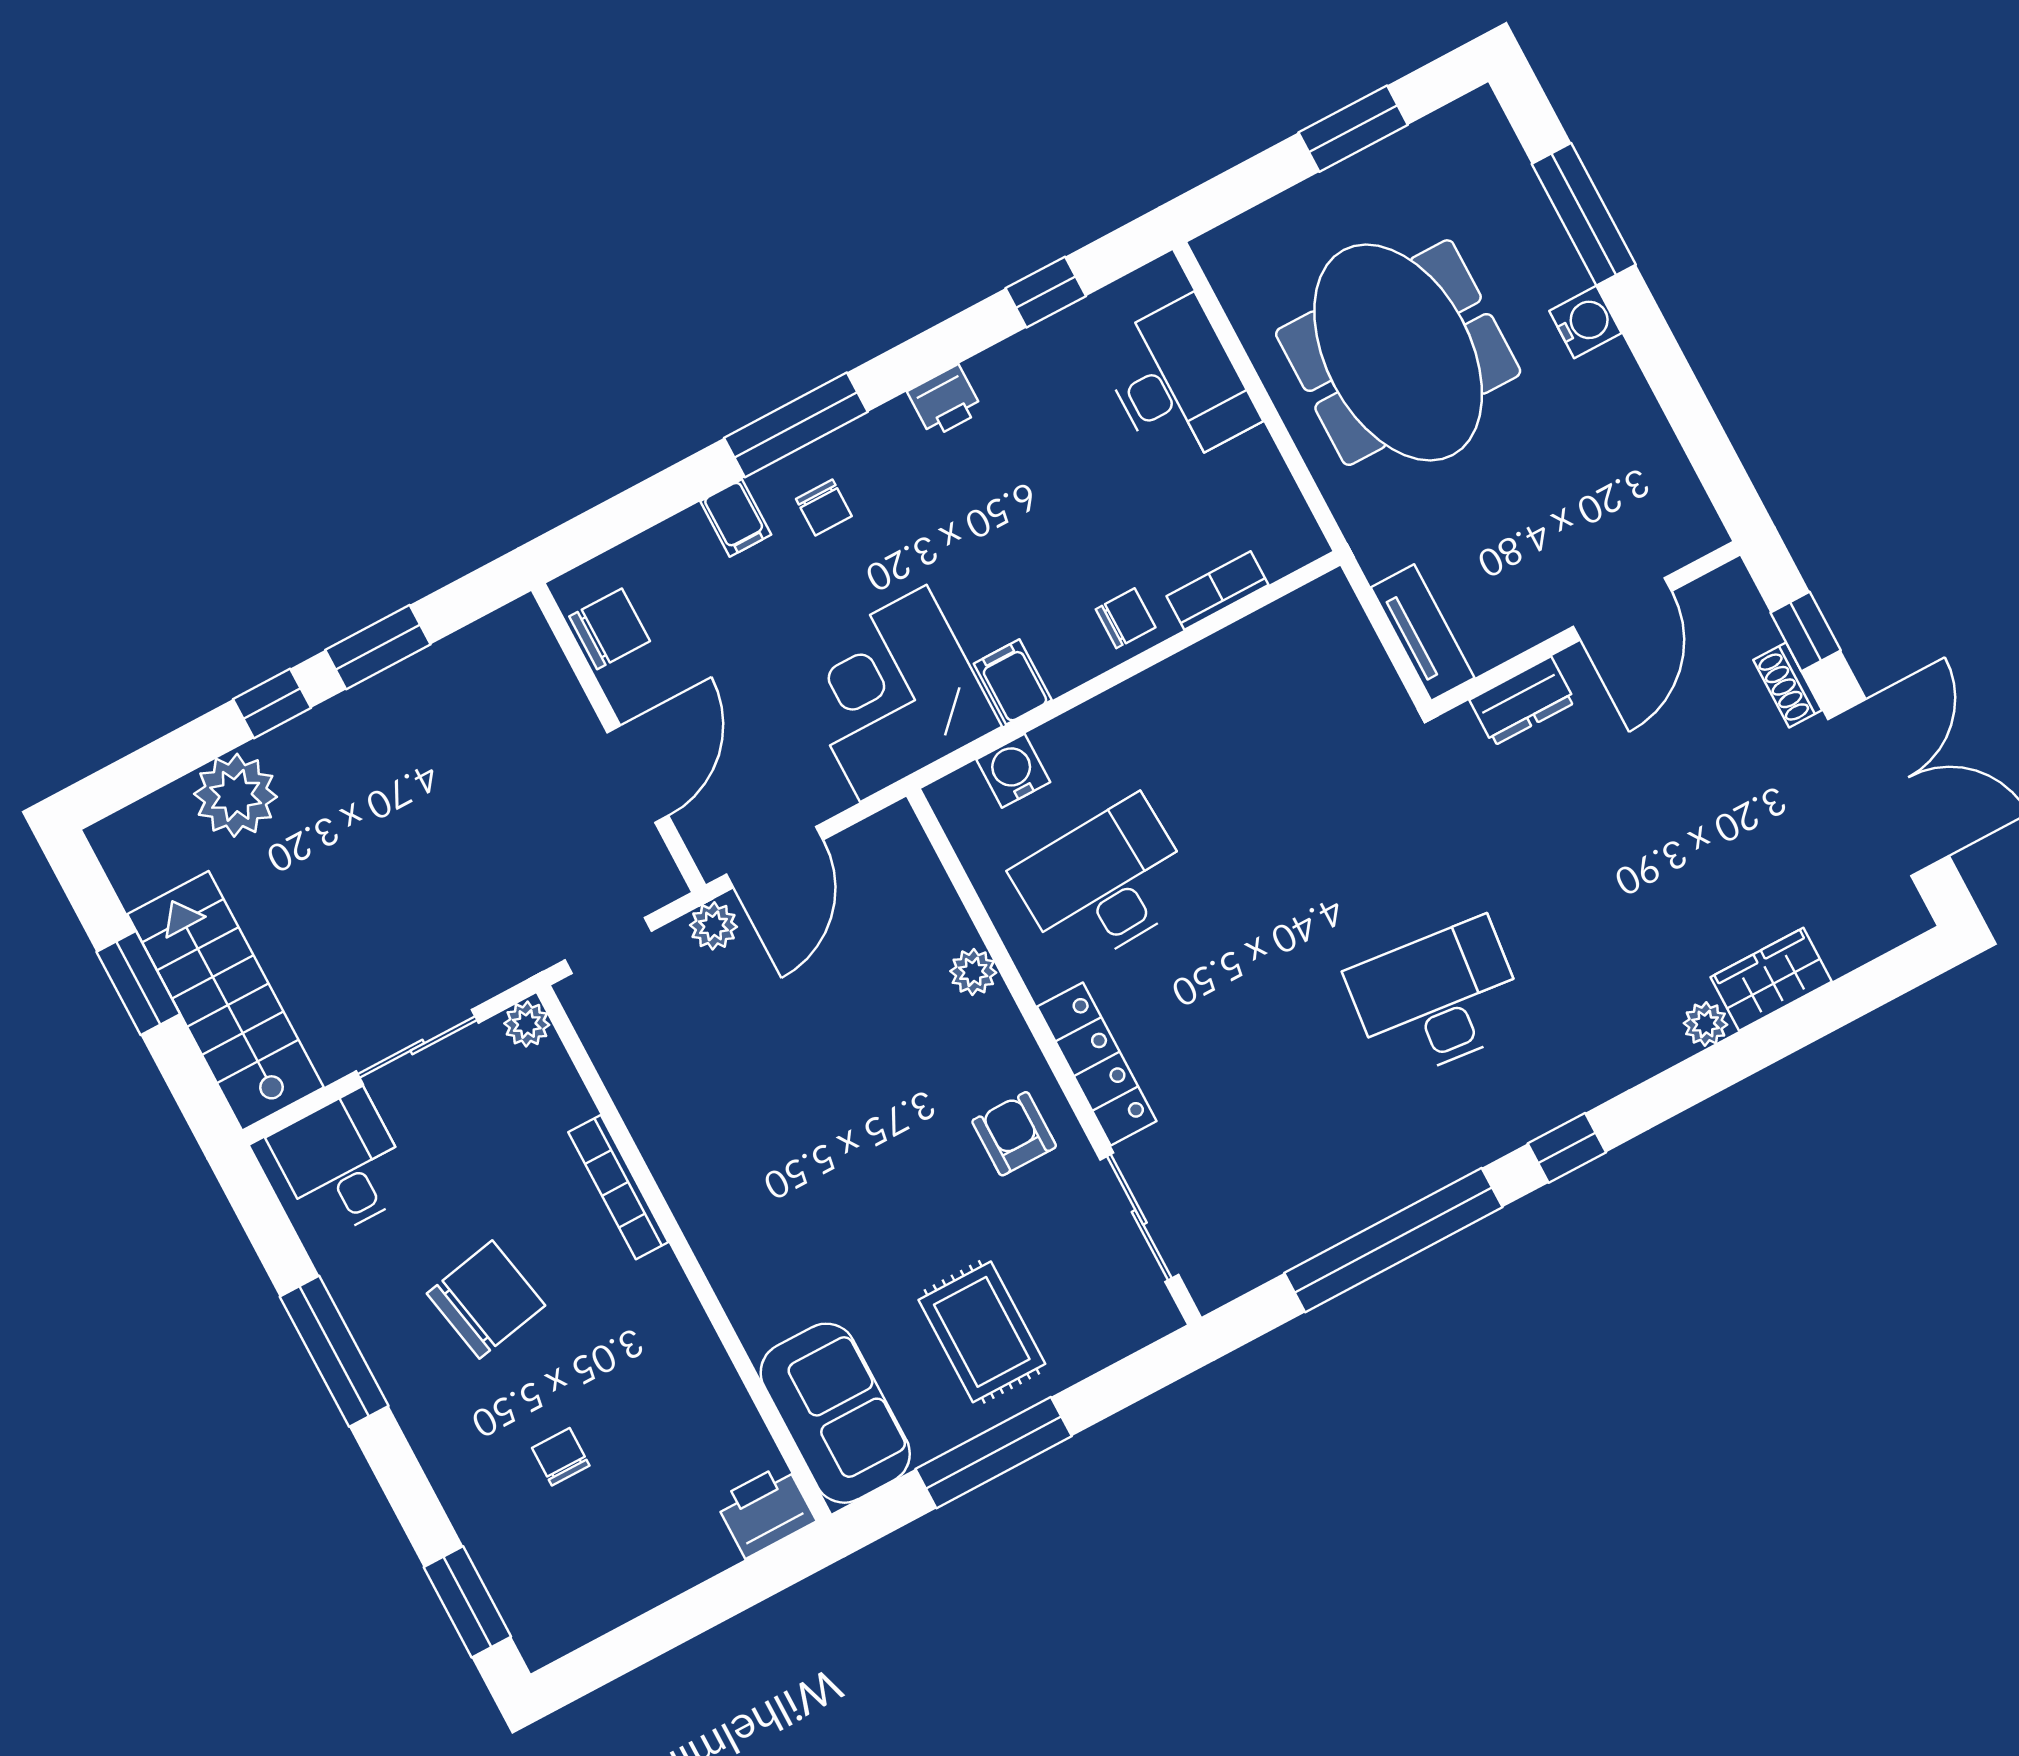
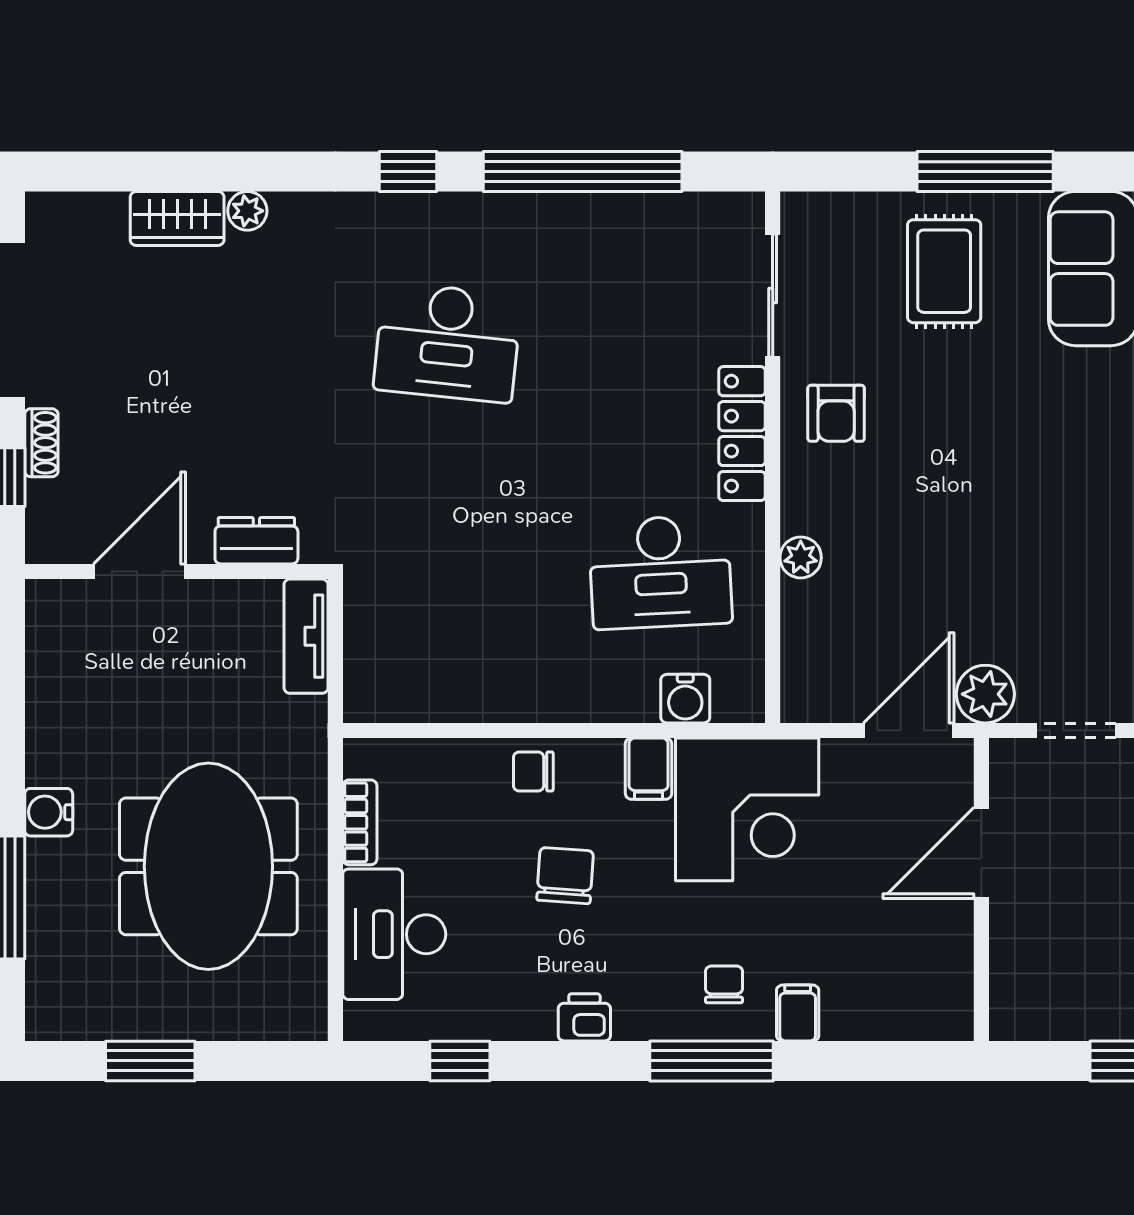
bookcase: (1217, 590) -> (360, 822), moved, turned -90
chair: (610, 629) -> (565, 876), moved, turned 94
plant: (713, 926) -> (985, 694), width x1.38, depth x1.38

